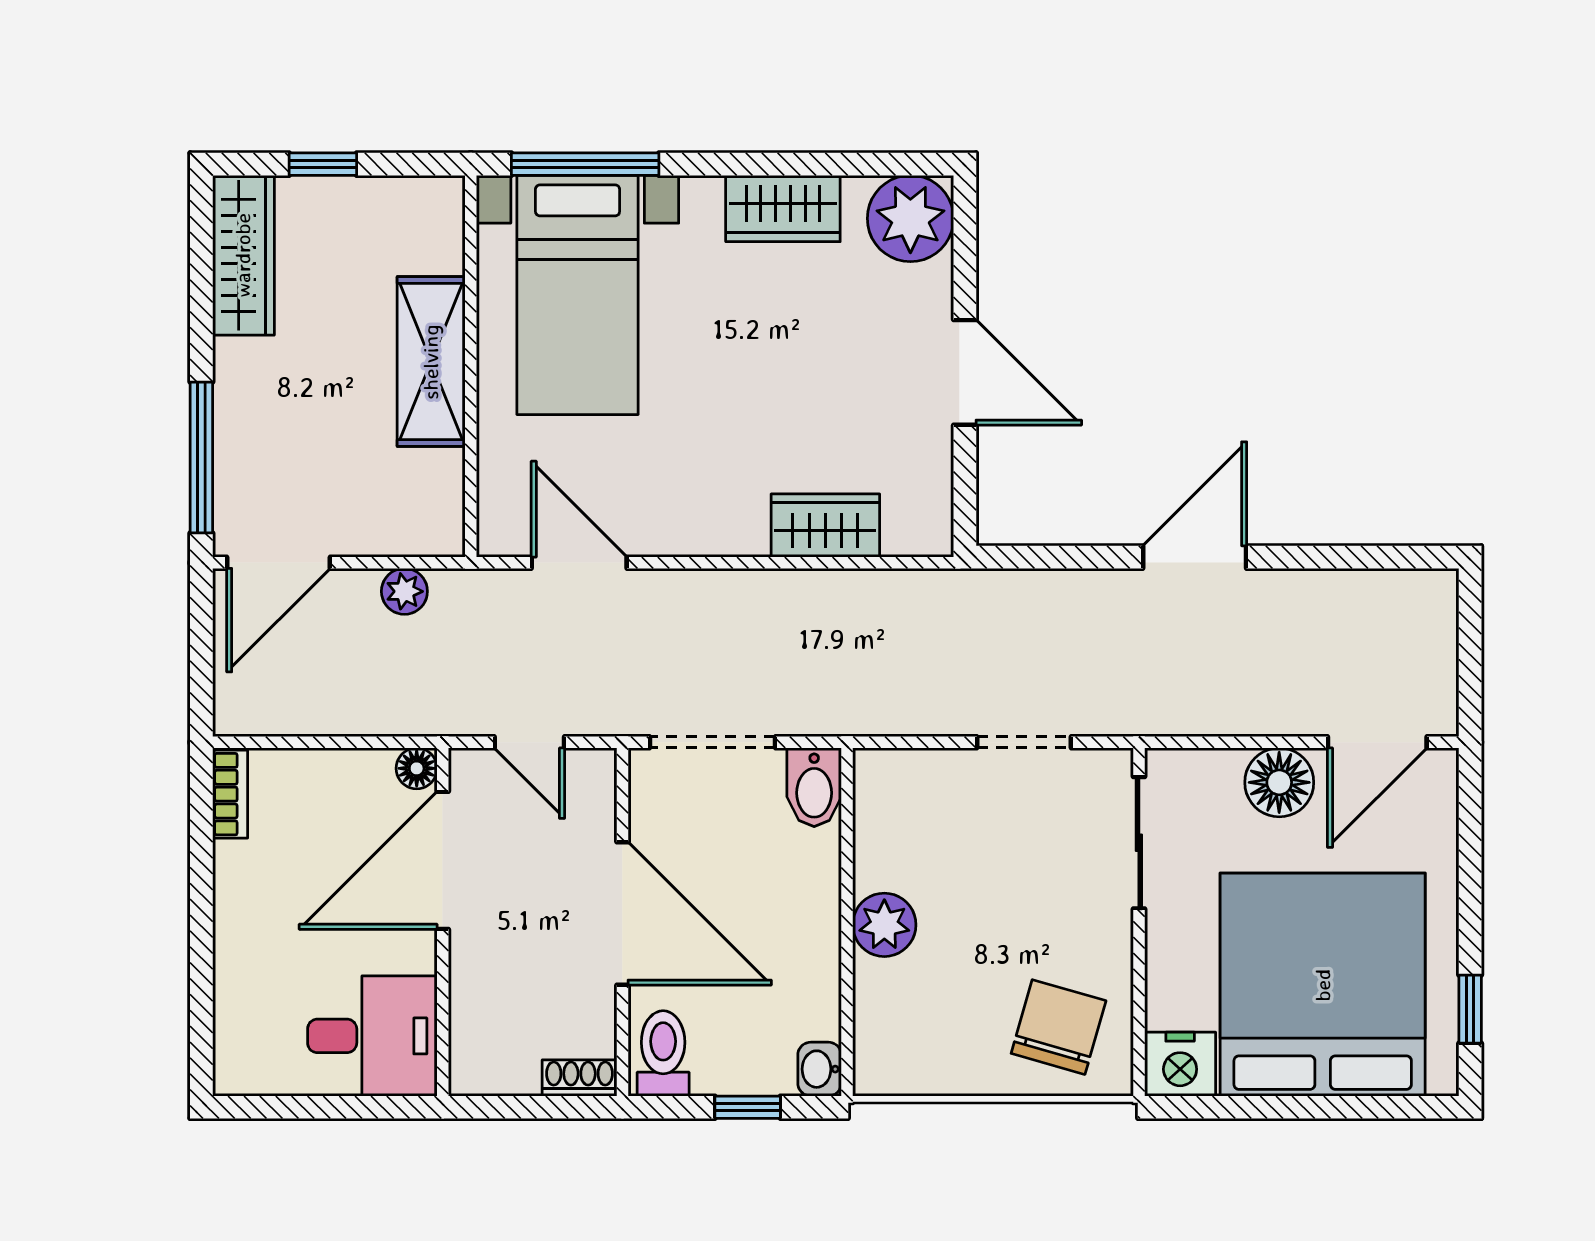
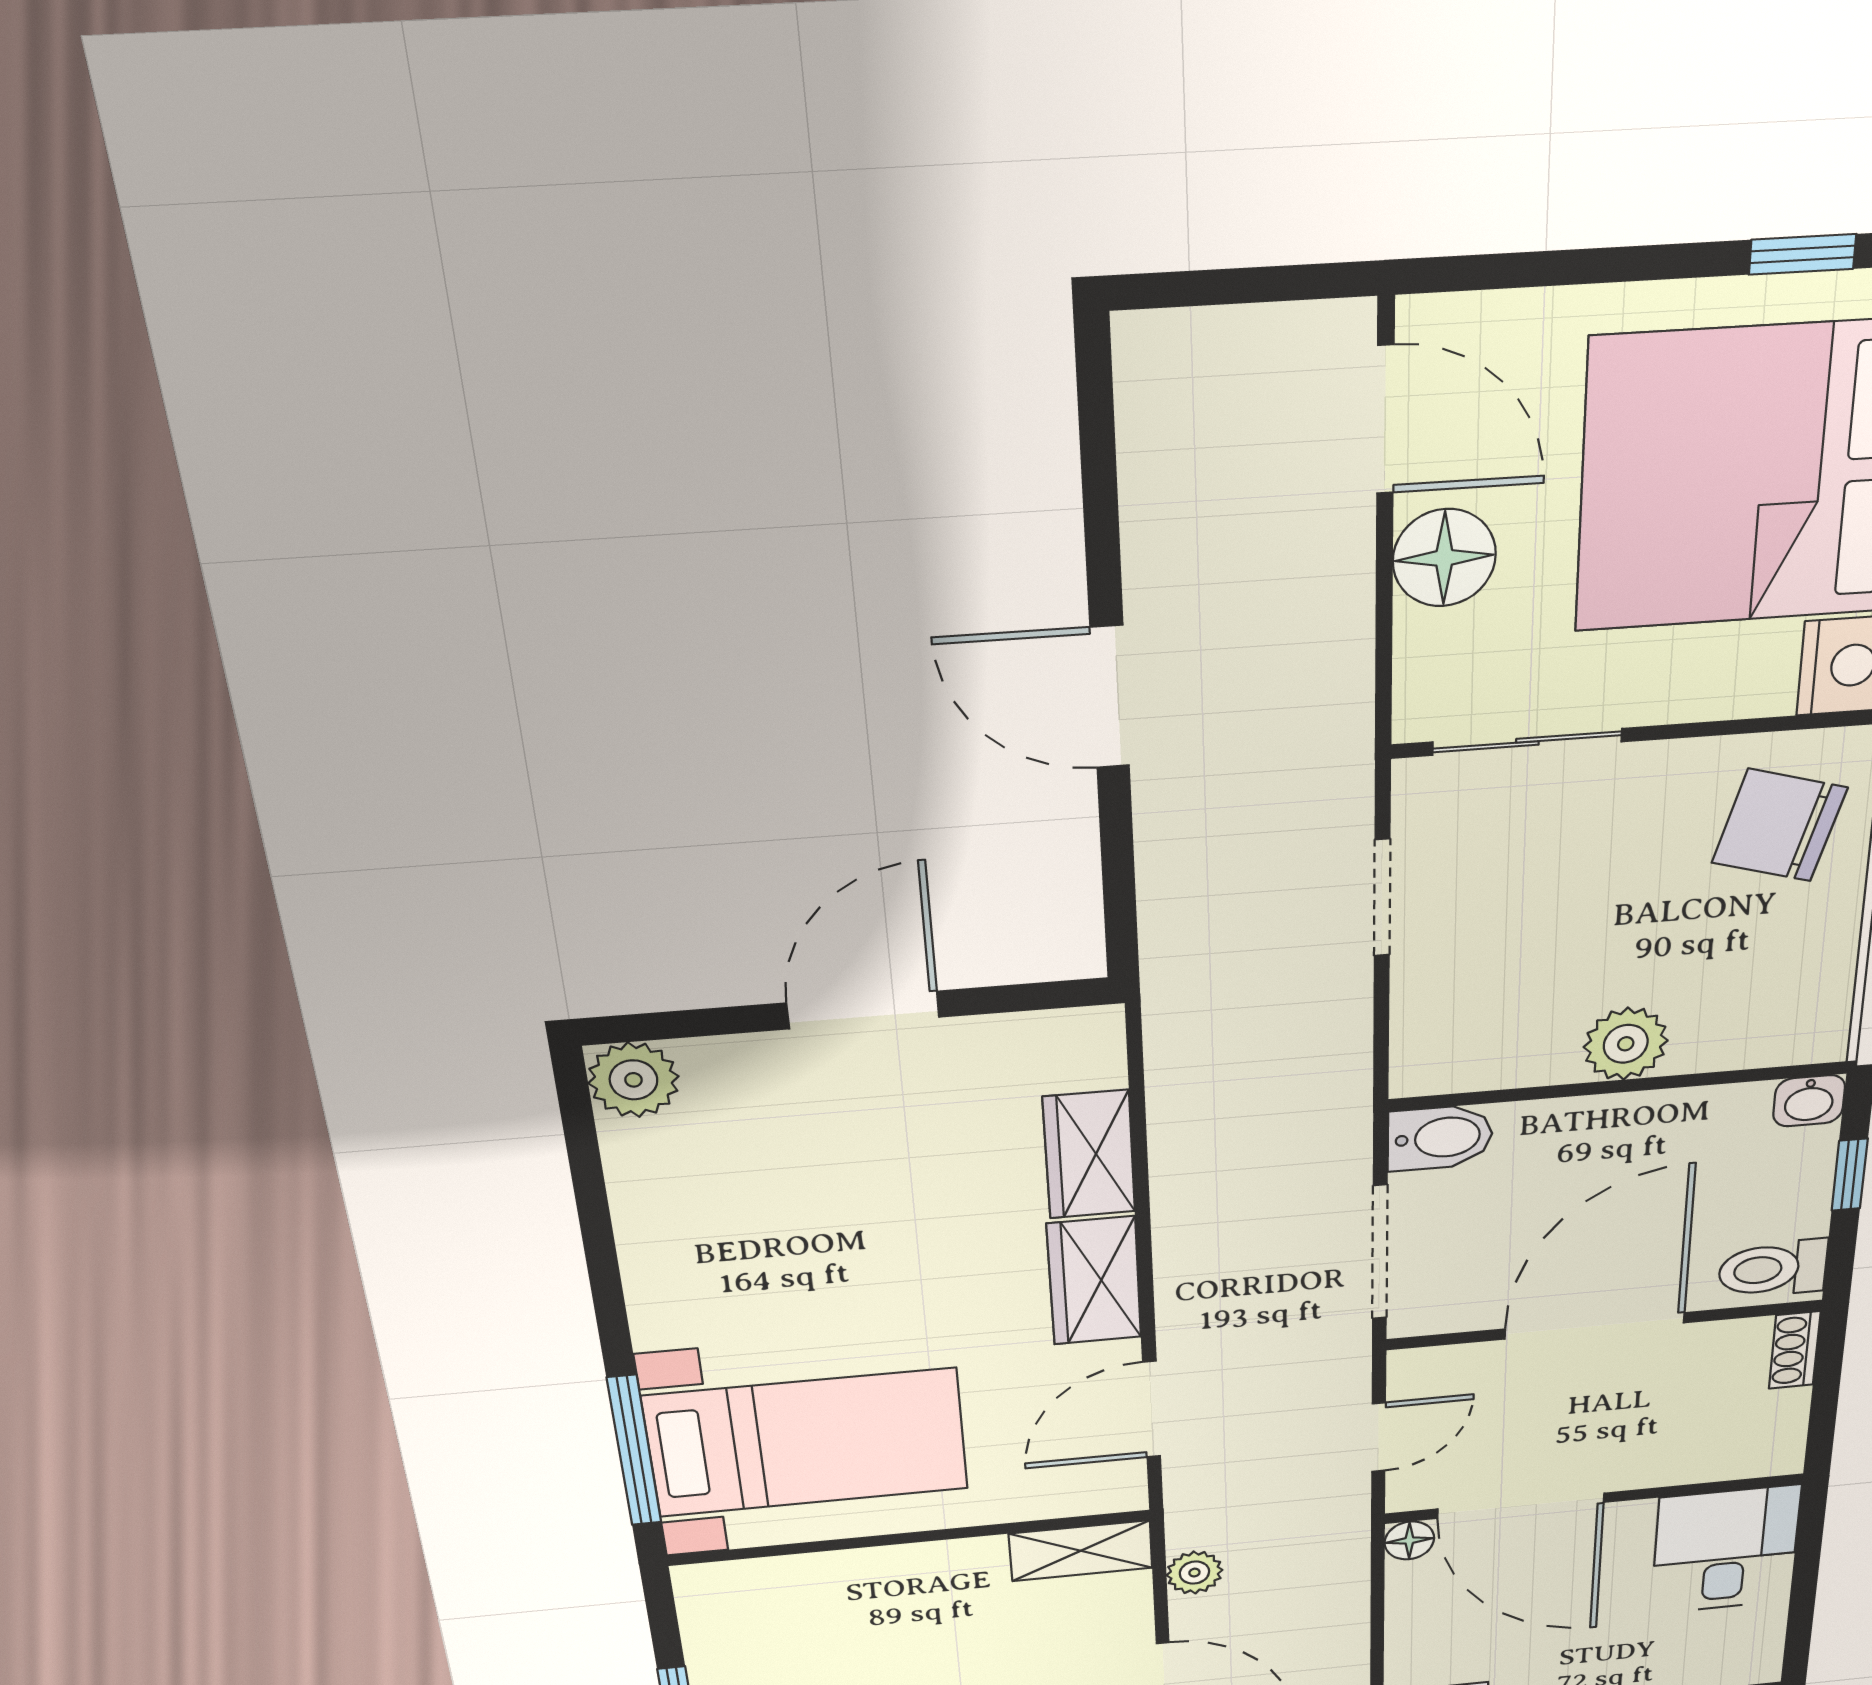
wardrobe: (783, 208) -> (1094, 1281), moved, turned 180
plant: (910, 218) -> (633, 1080), width x0.73, depth x0.73
shelving: (431, 362) -> (1081, 1551), moved, width x0.67, depth x0.75

